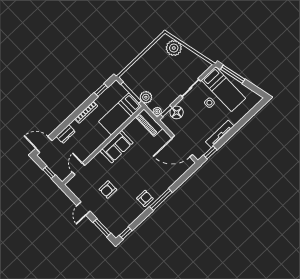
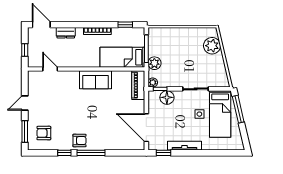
door: (79, 169) -> (50, 69), hinge flipped
armchair: (108, 190) -> (44, 133), moved
window: (126, 233) -> (64, 153), moved

